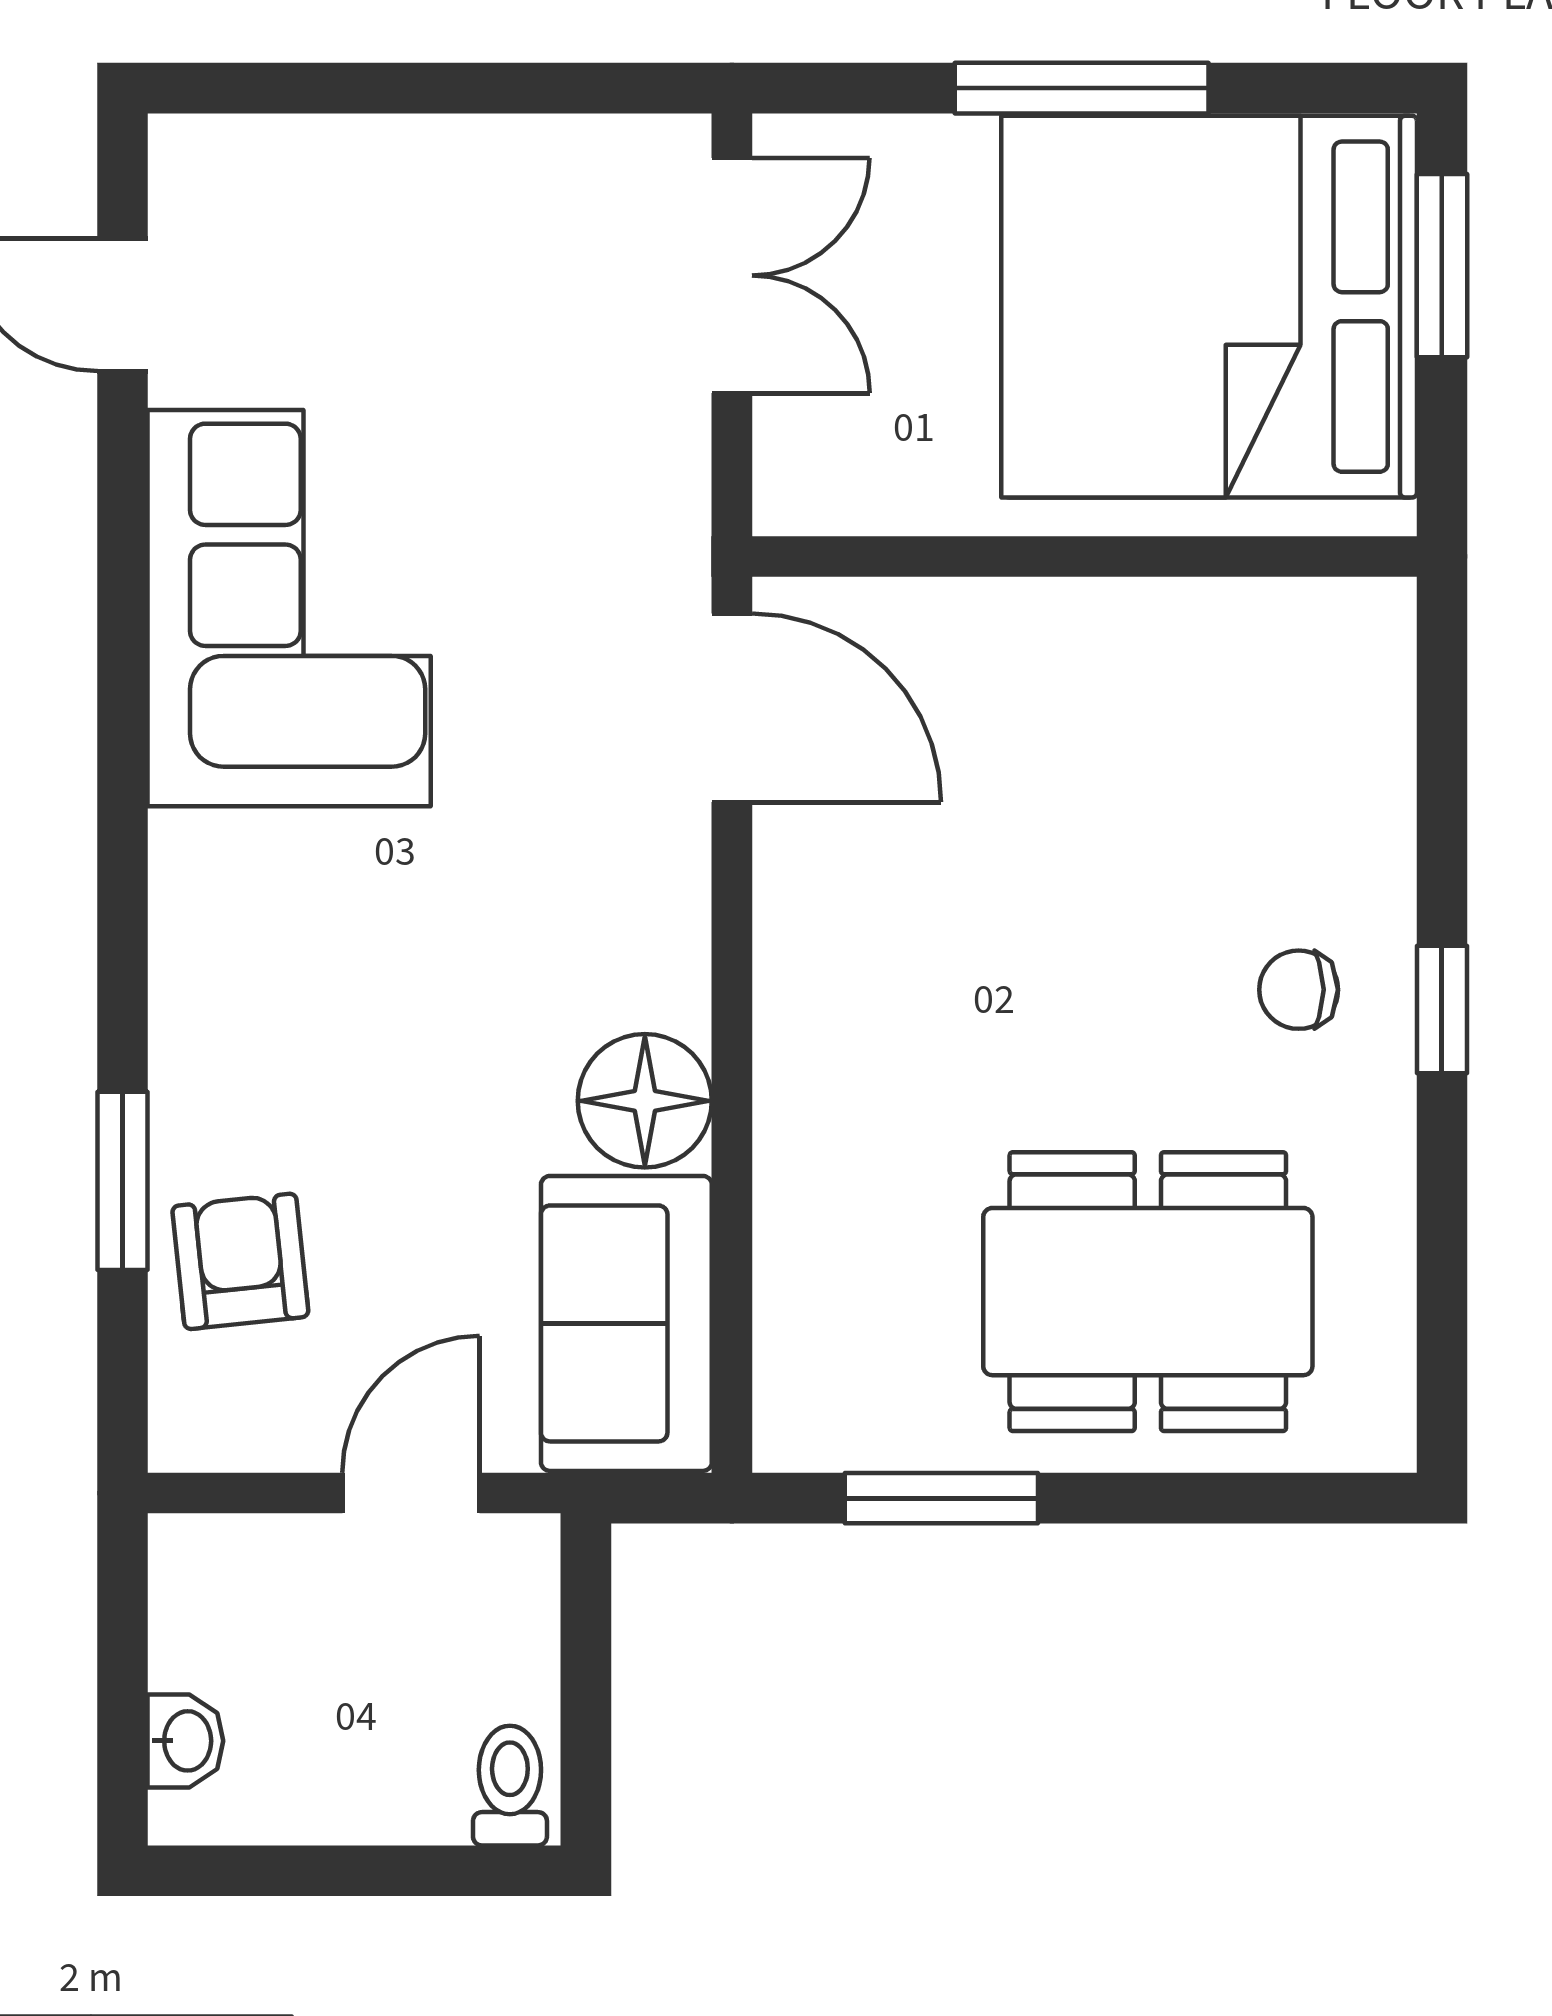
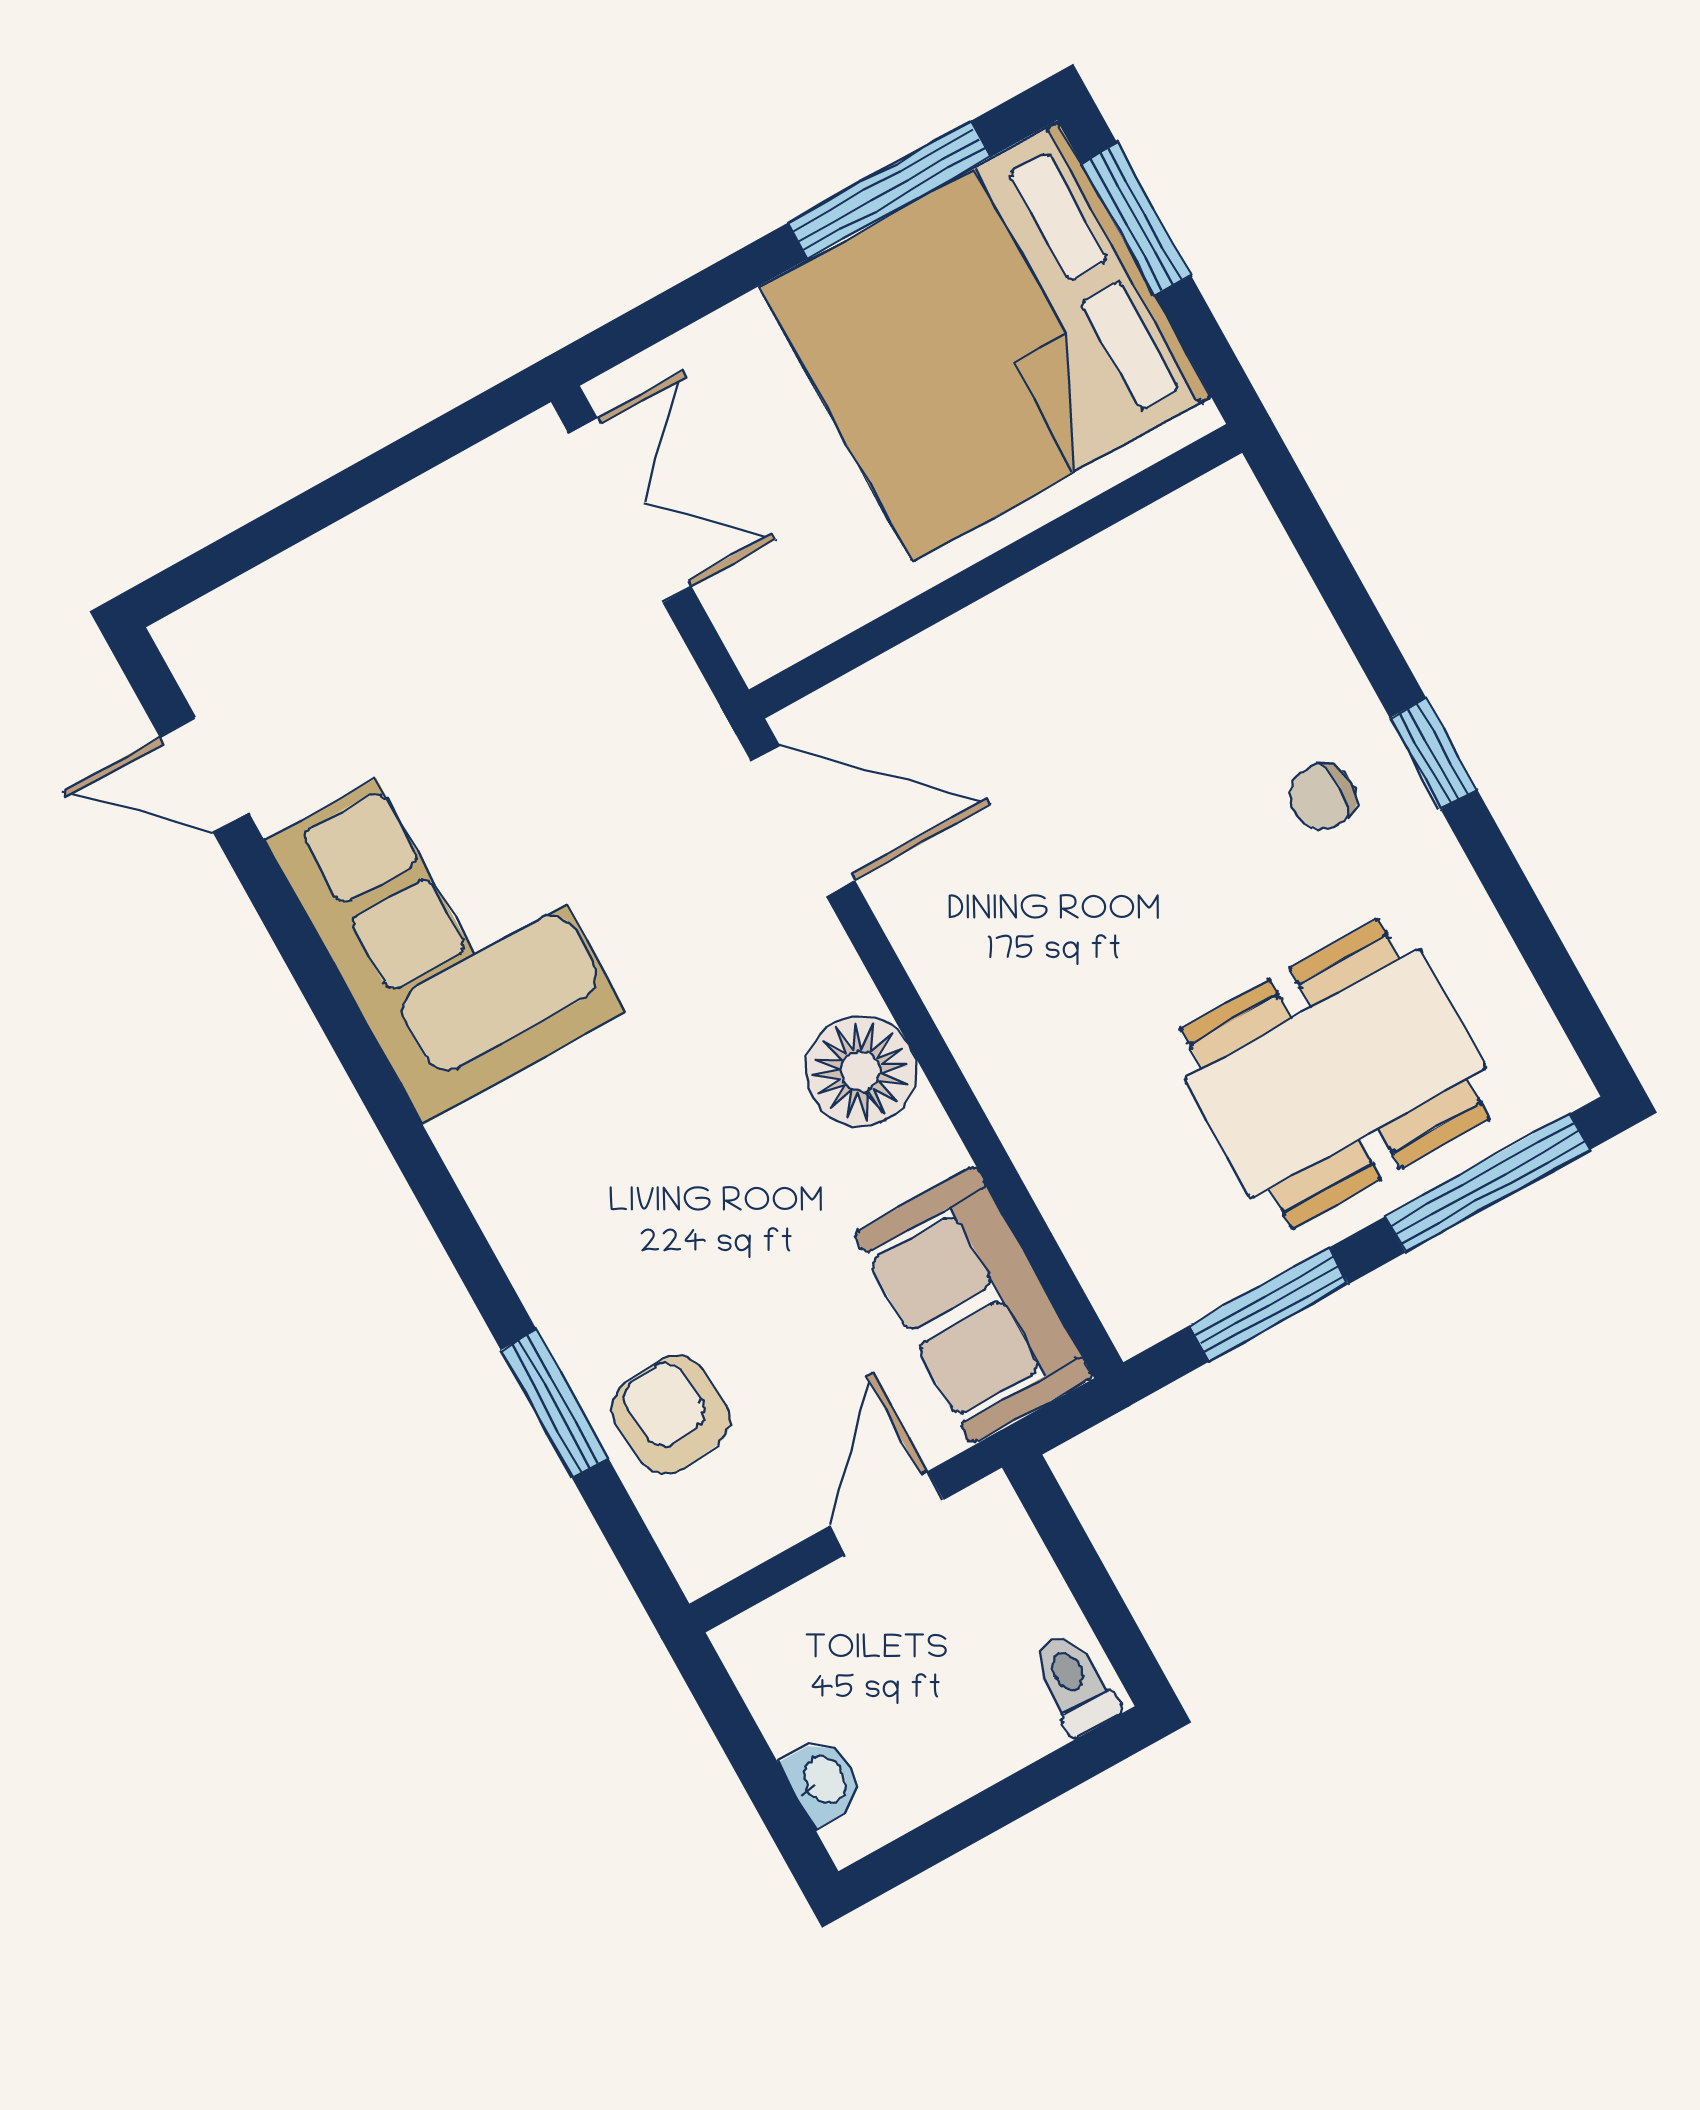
window: (1082, 88) -> (889, 190), moved
floor lamp: (645, 1101) -> (860, 1071), moved
window: (1246, 1498) -> (1488, 1183), added

